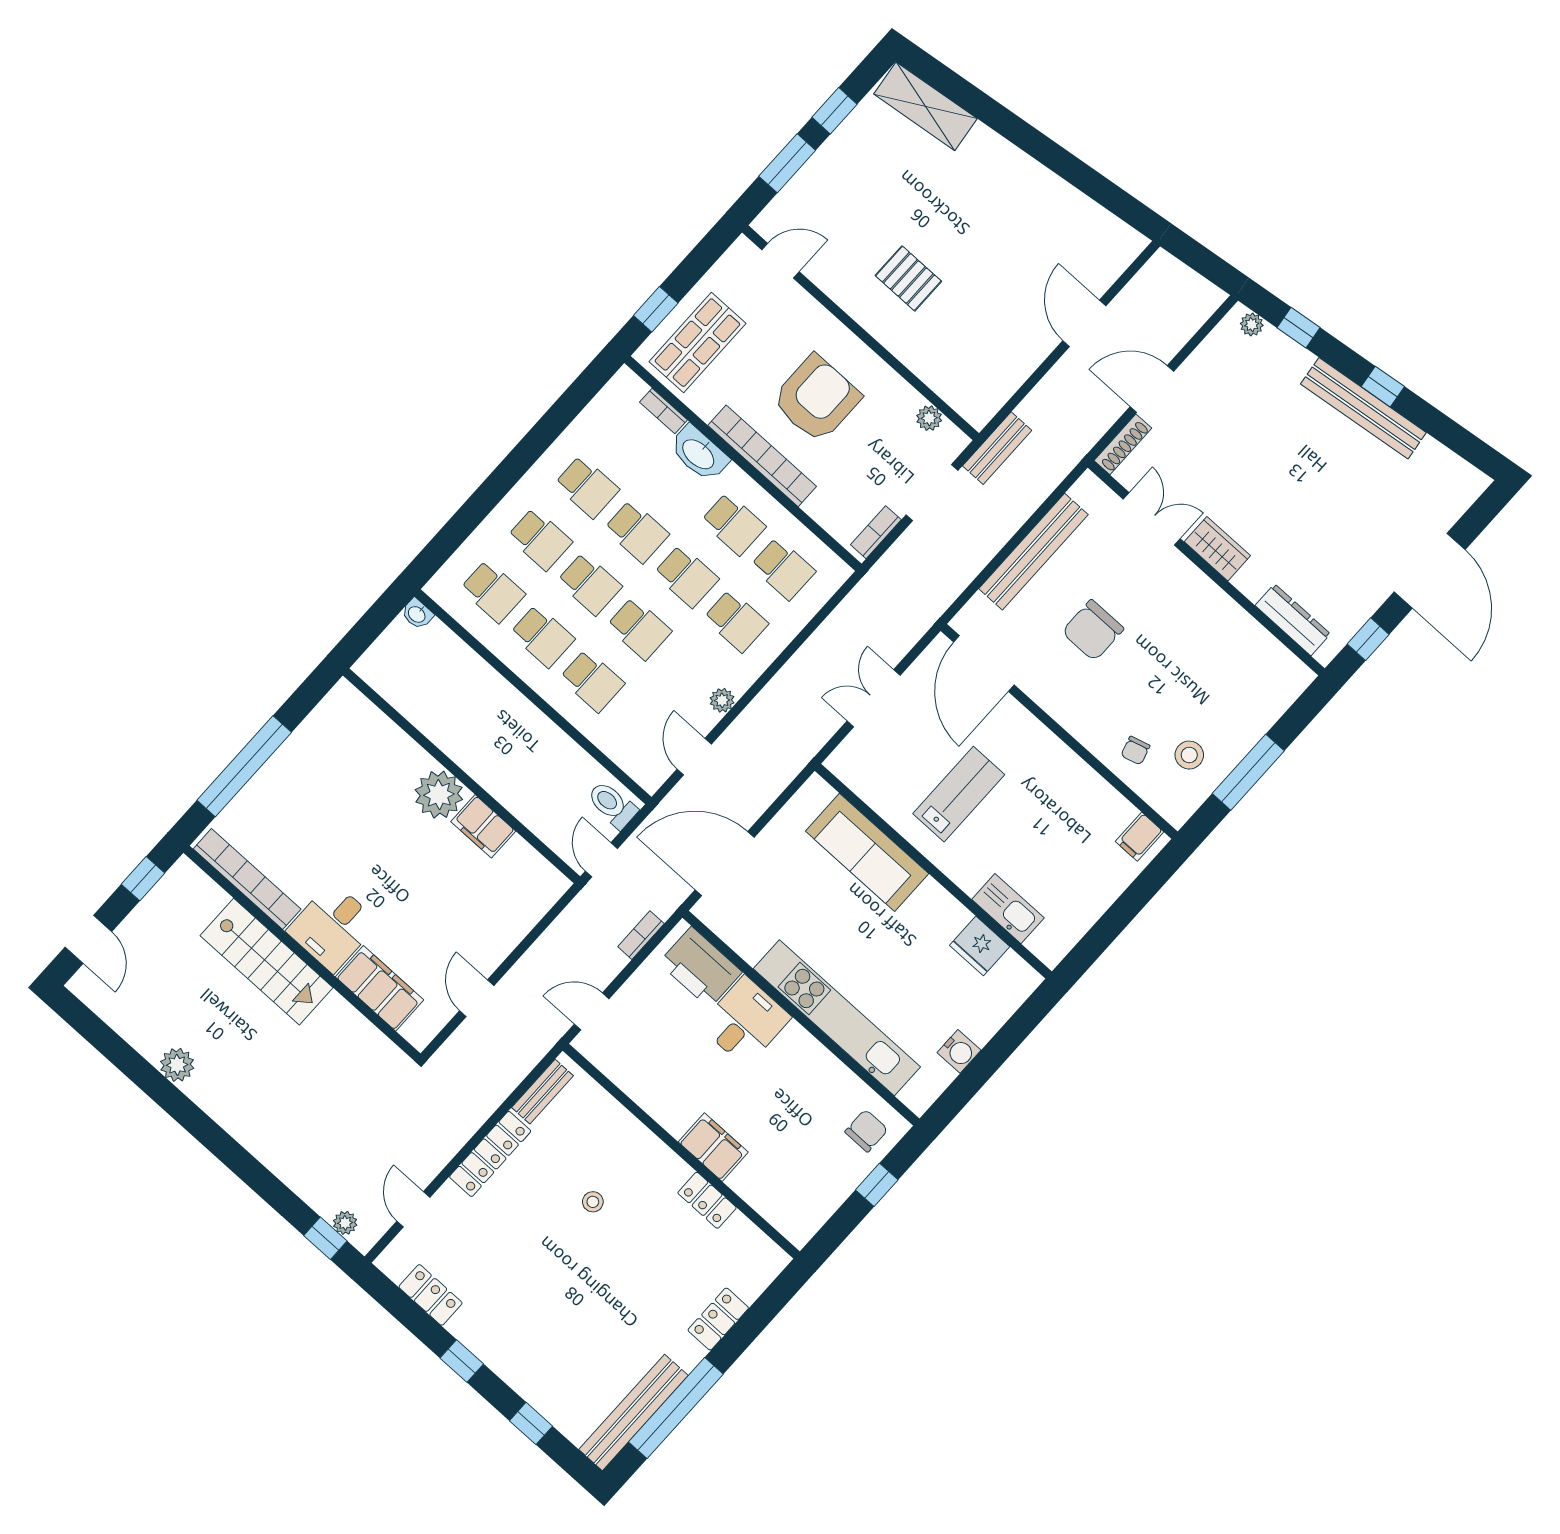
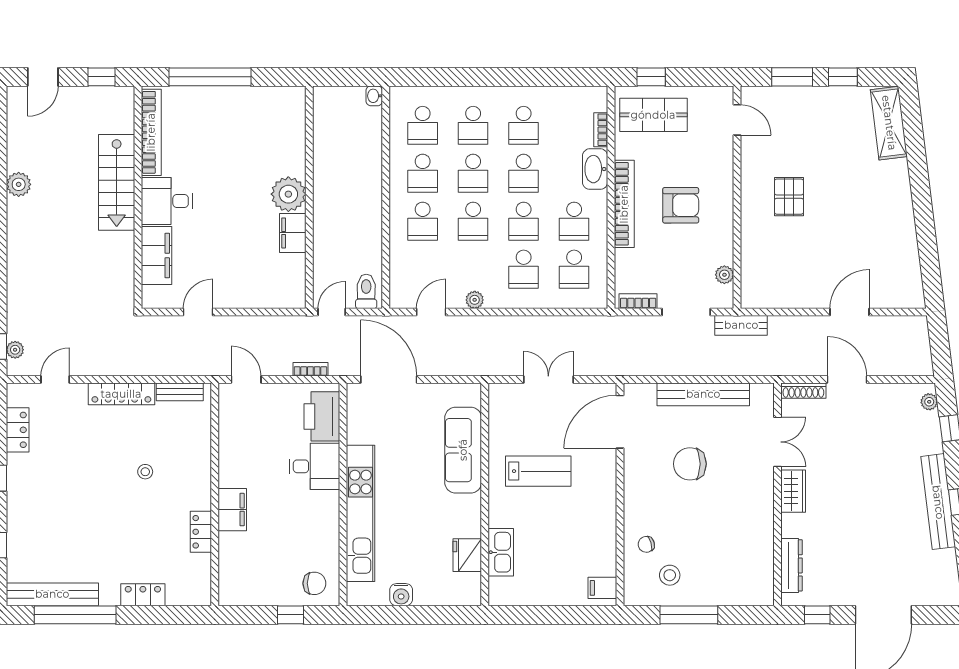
armchair: (816, 399) -> (681, 205), width x0.73, depth x0.73

